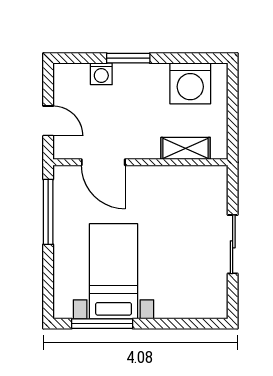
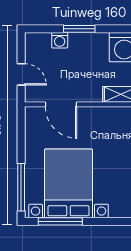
window: (48, 212) -> (21, 187), moved
bed with nightstands: (114, 271) -> (69, 183), width x1.36

